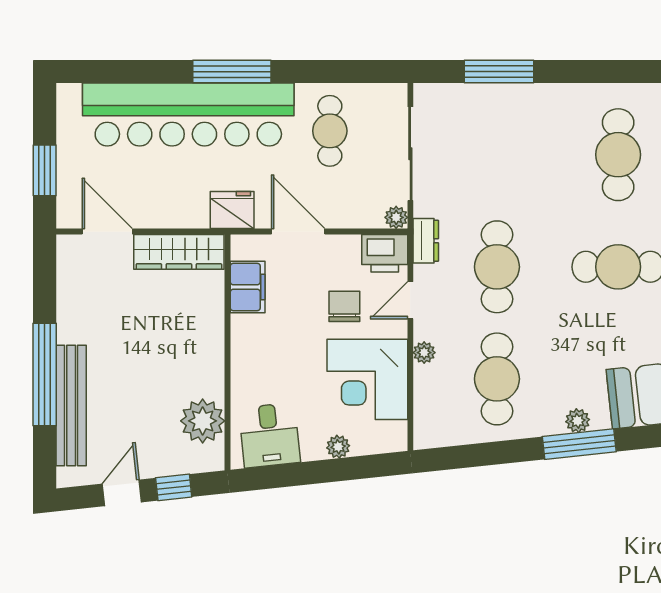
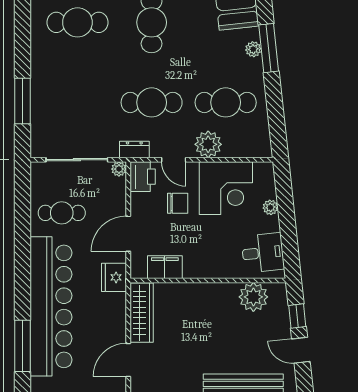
window: (232, 72) -> (23, 346), moved
chair: (344, 306) -> (178, 203), turned 180
plant: (424, 353) -> (208, 144), width x1.88, depth x1.88

